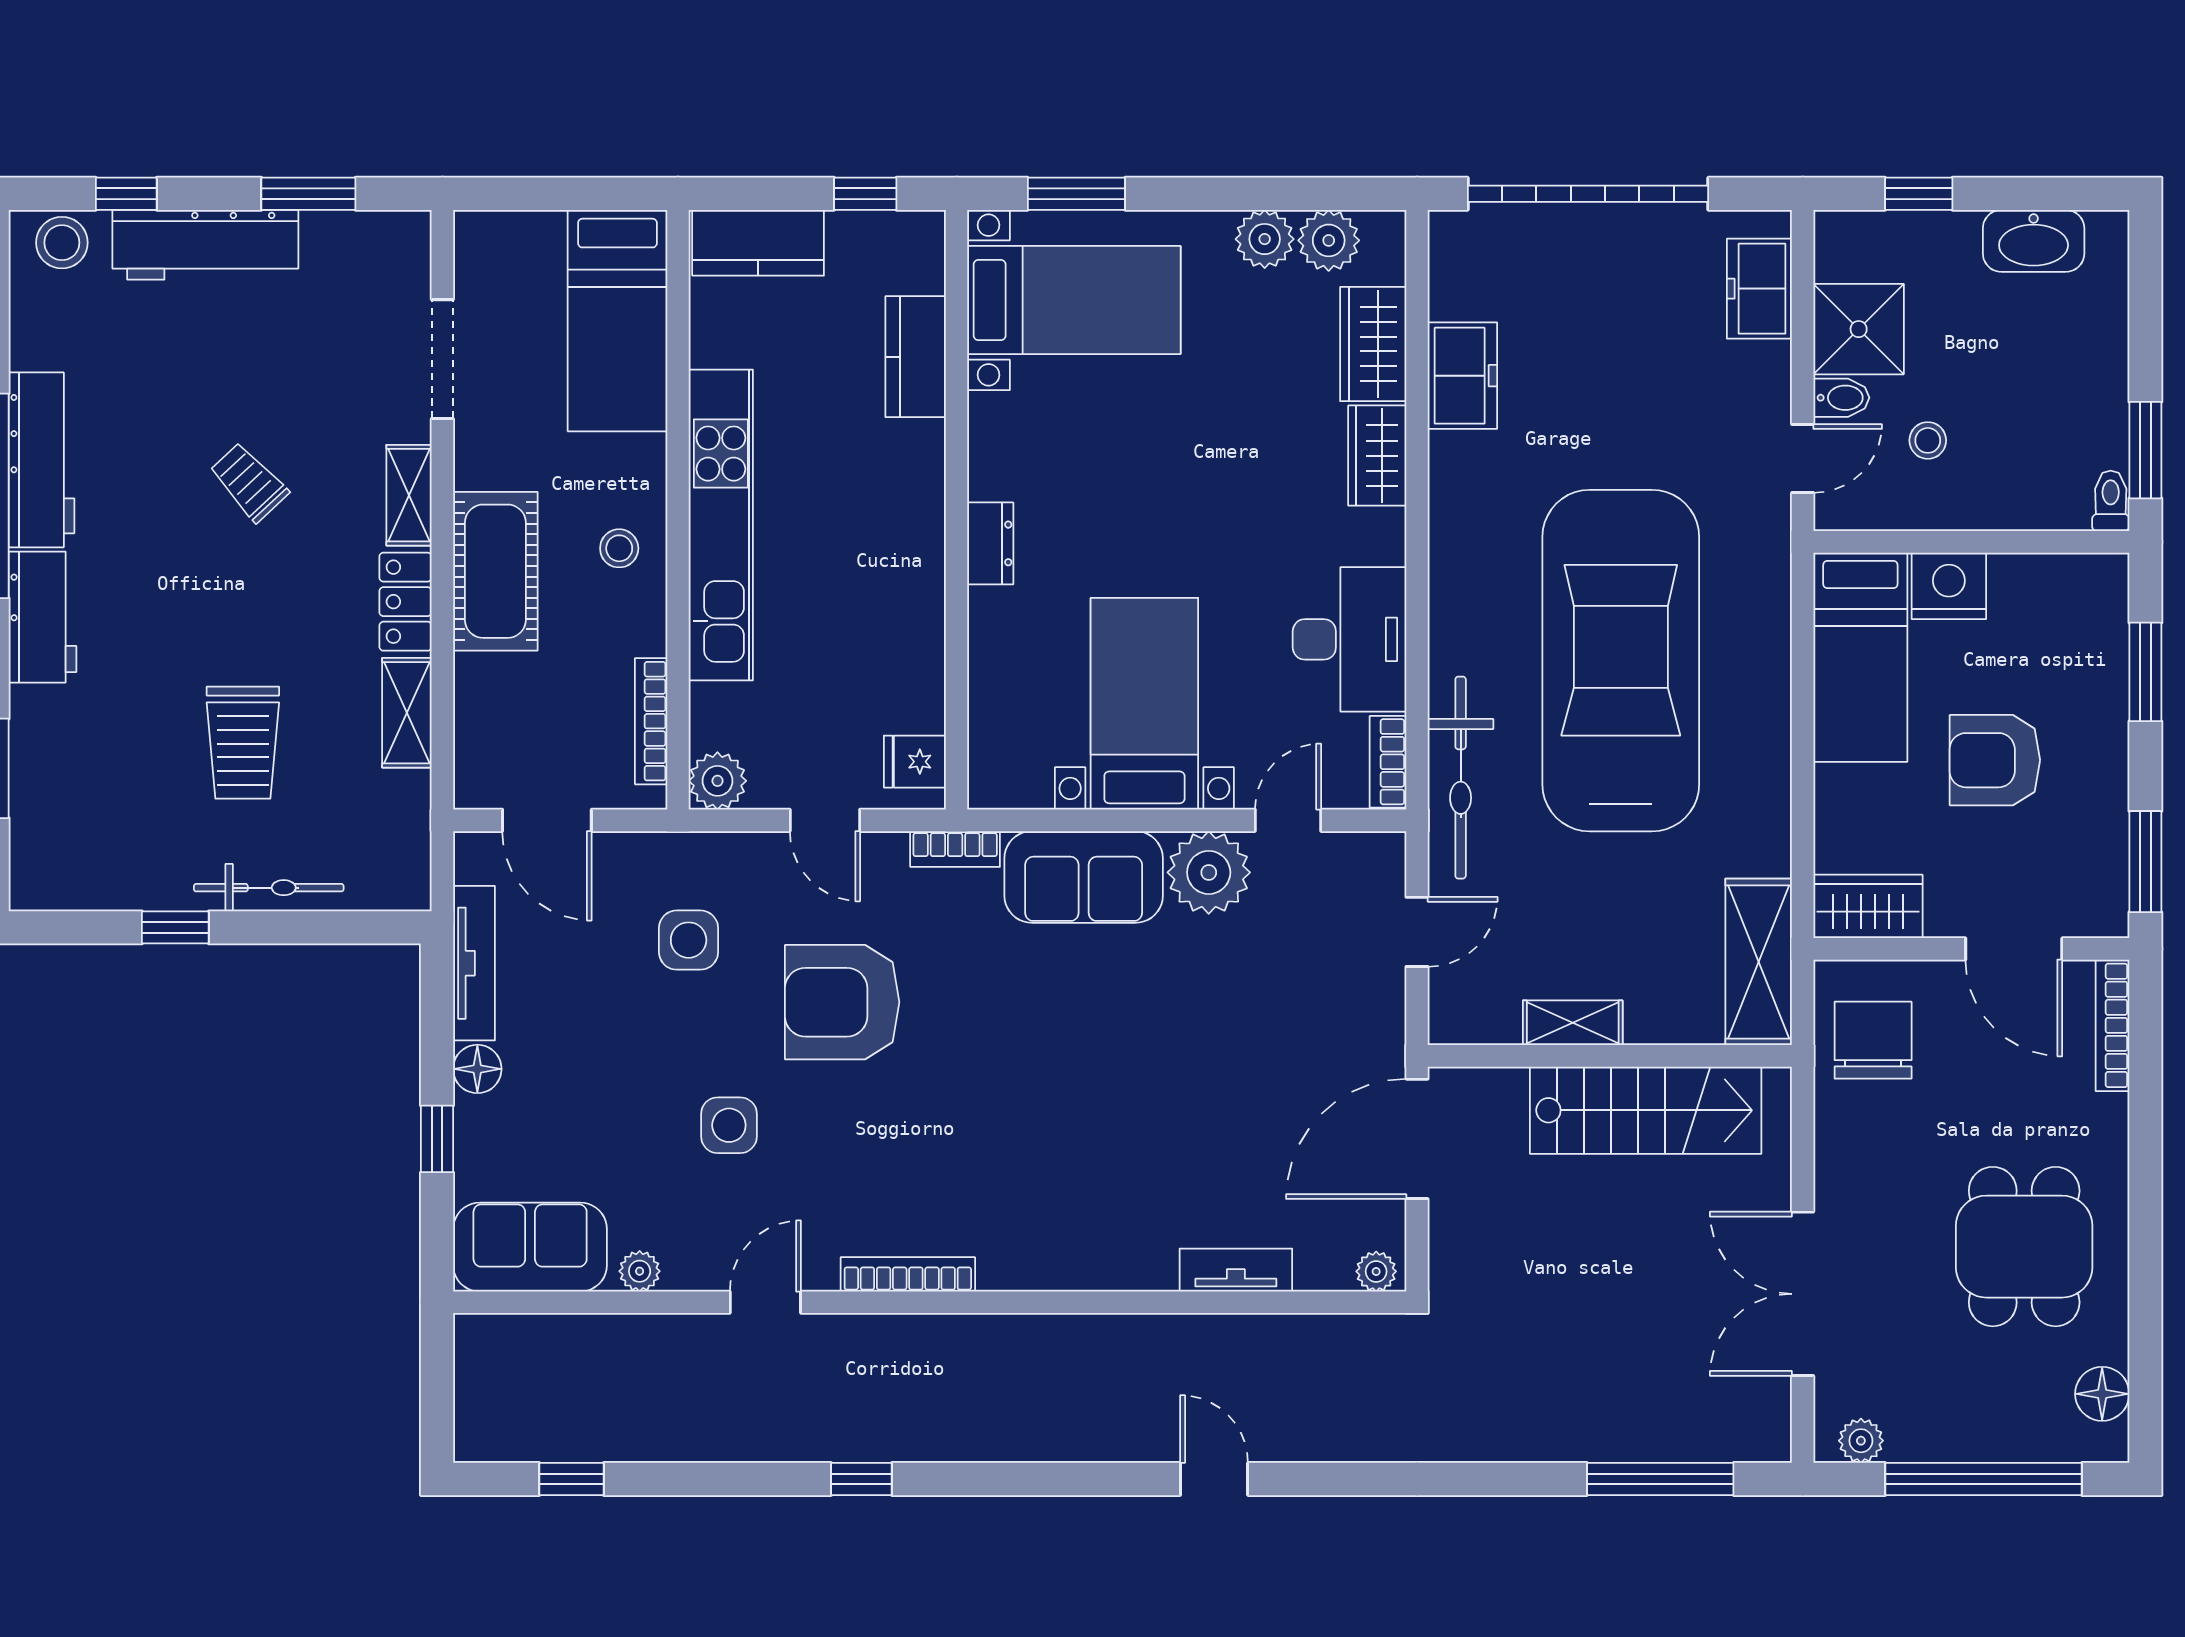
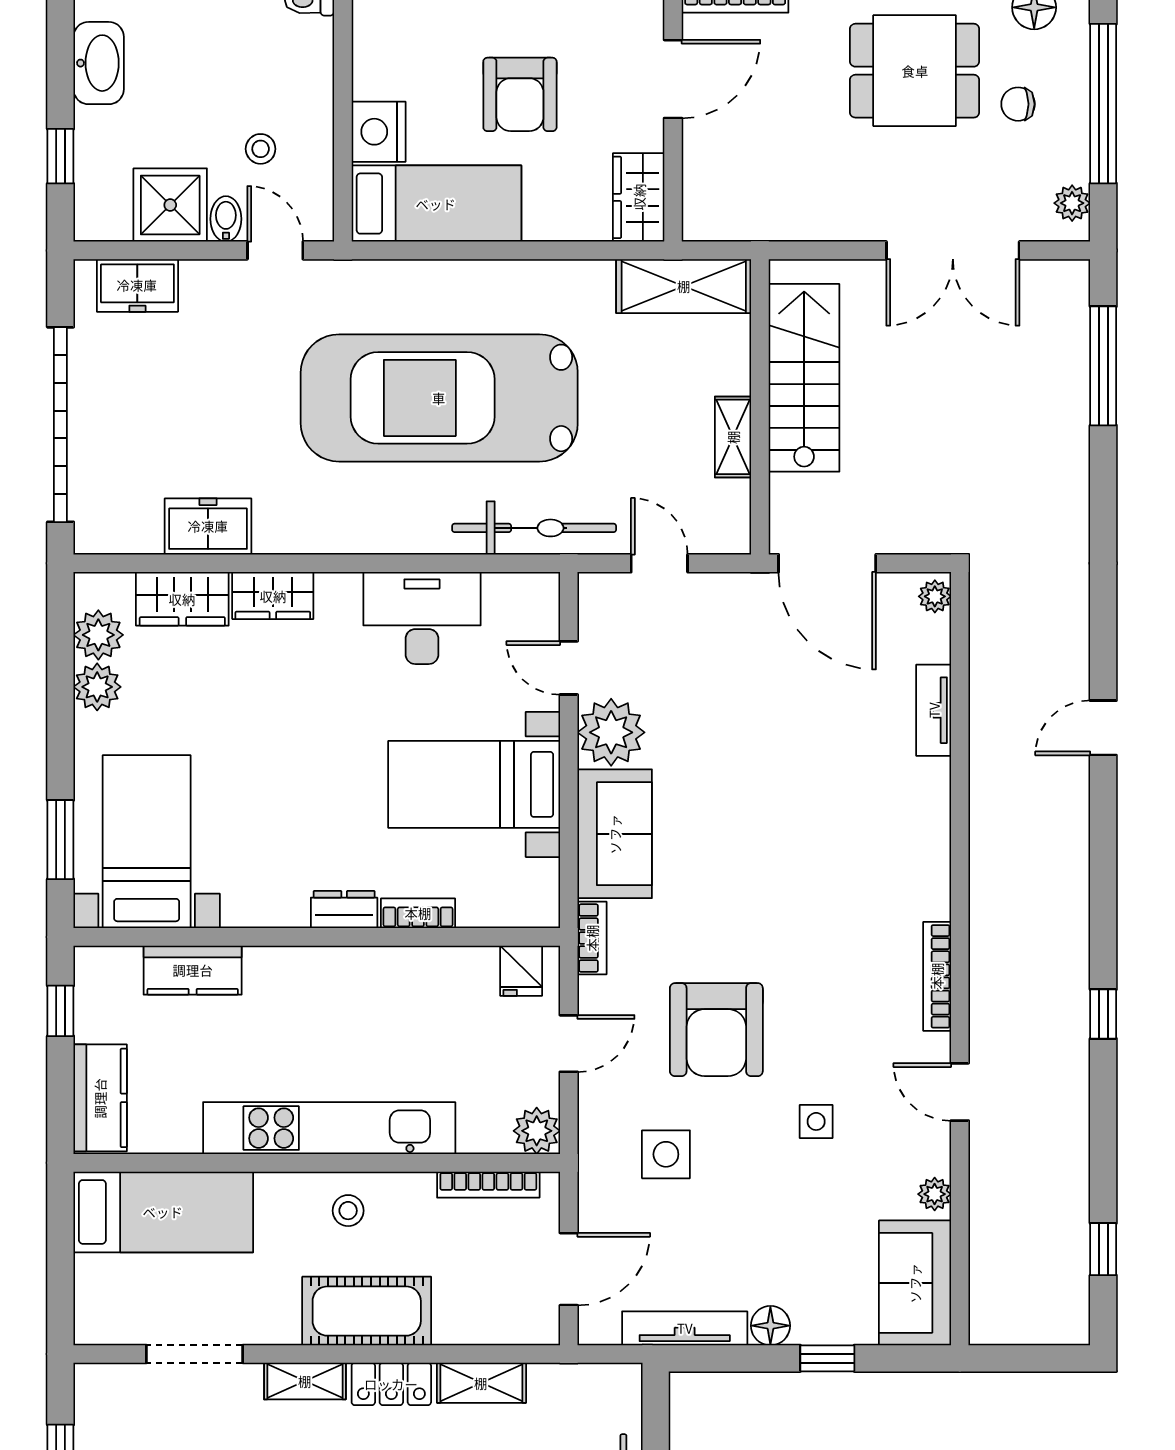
bookcase: (1388, 762) -> (418, 913), moved, turned 180
chair: (1873, 1040) -> (1018, 104), moved, width x0.54, depth x0.54
side table: (729, 1125) -> (816, 1121), width x0.73, depth x0.73

